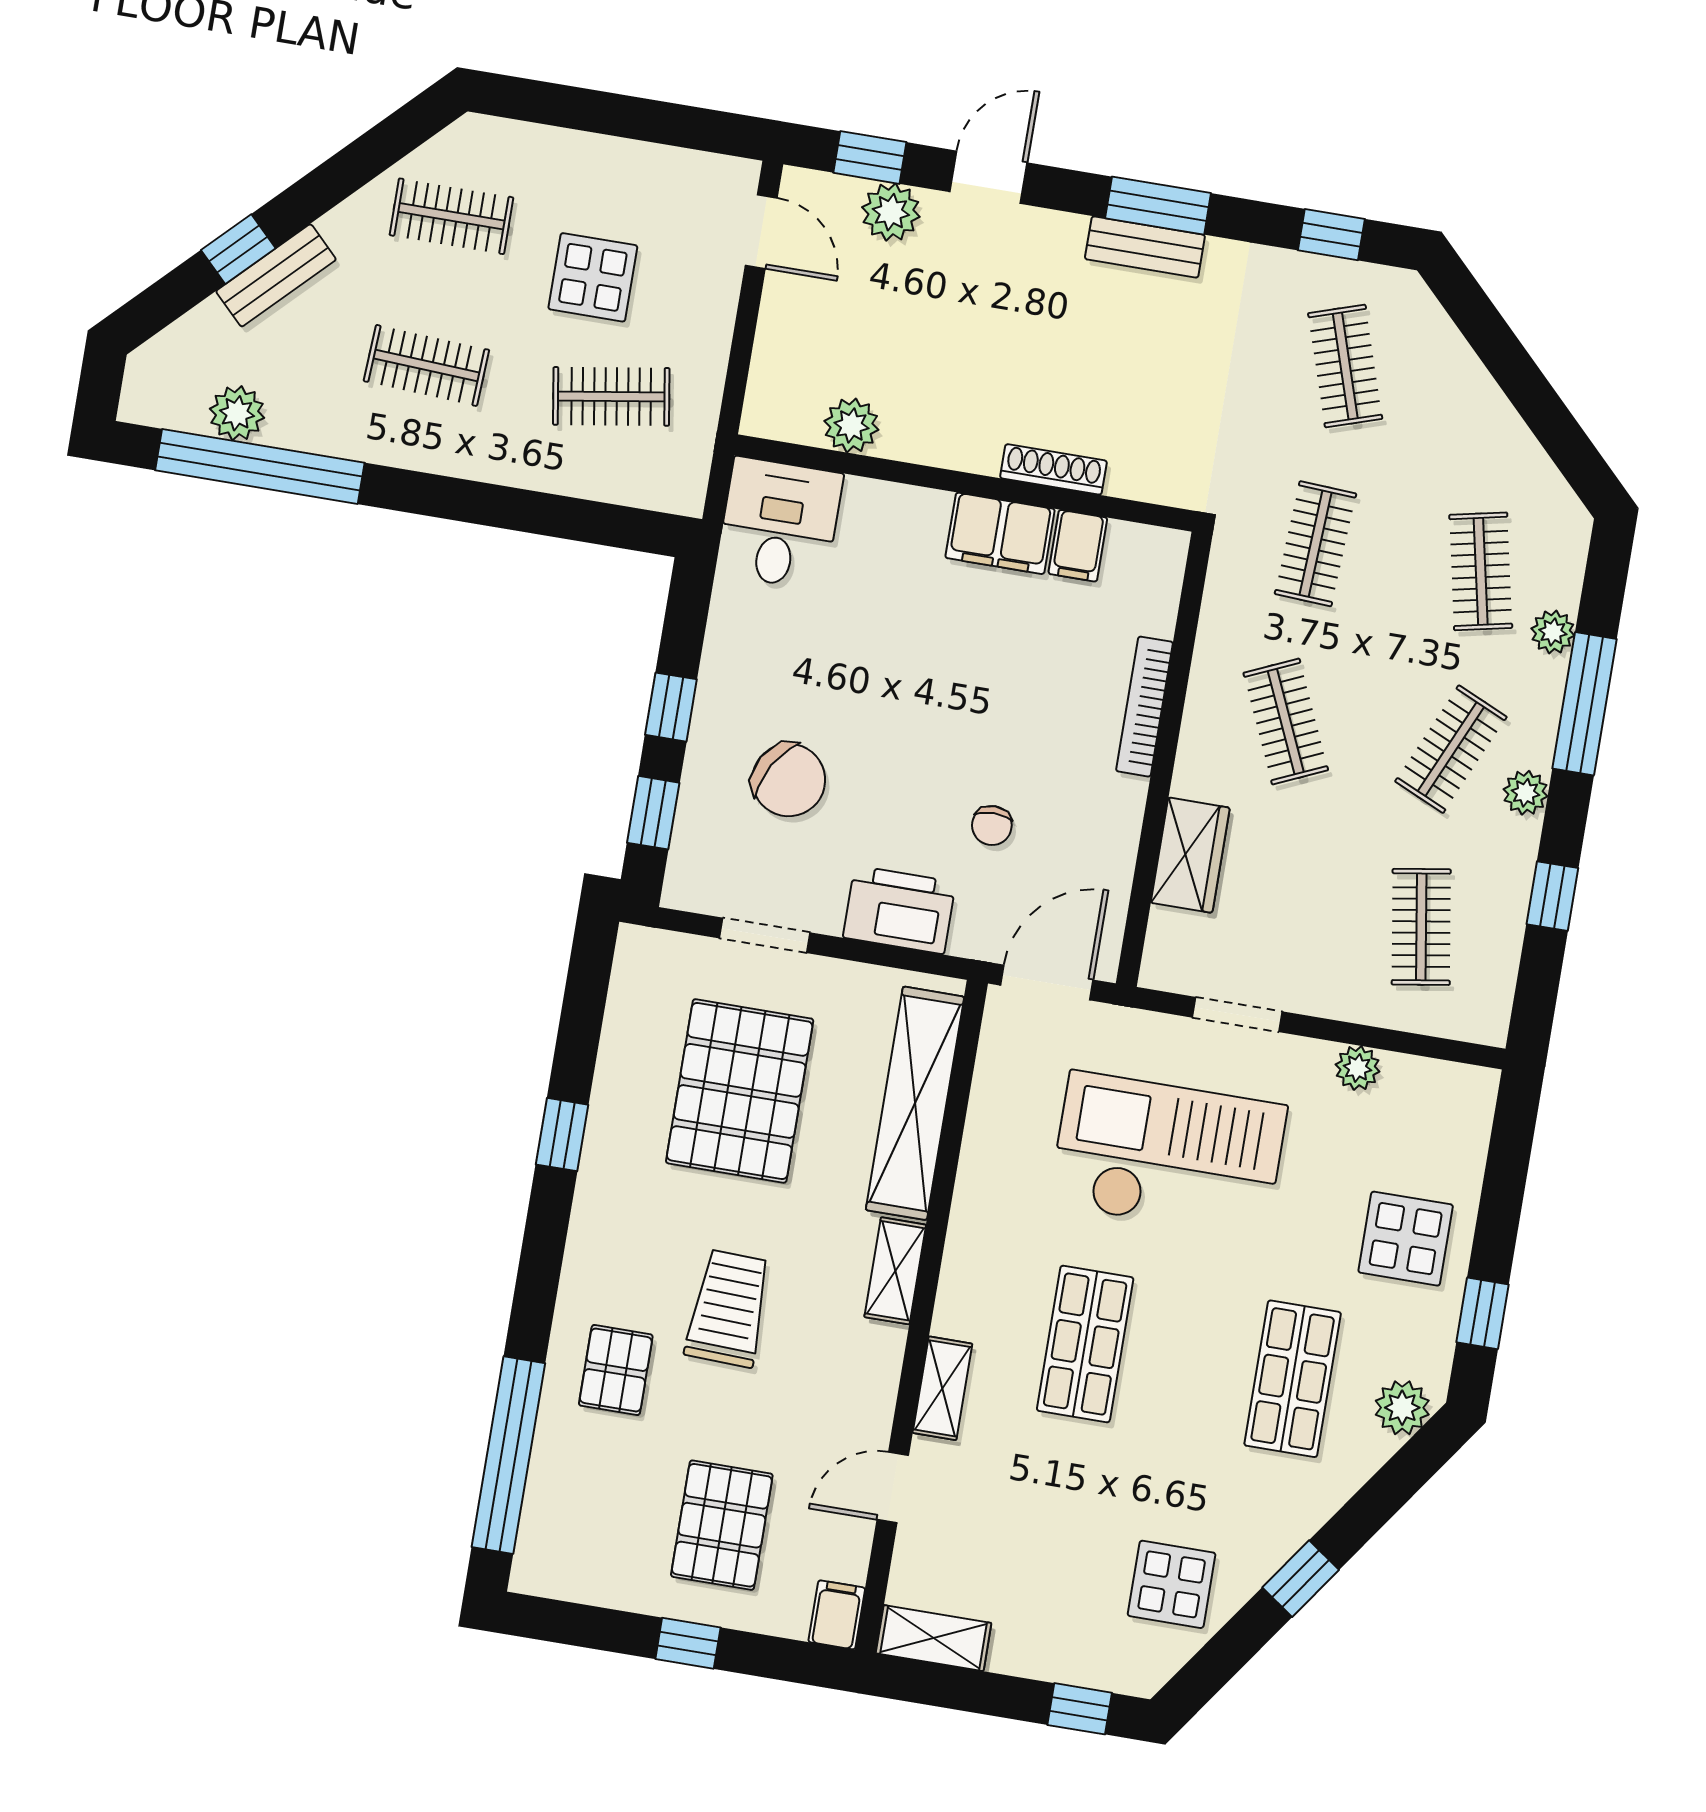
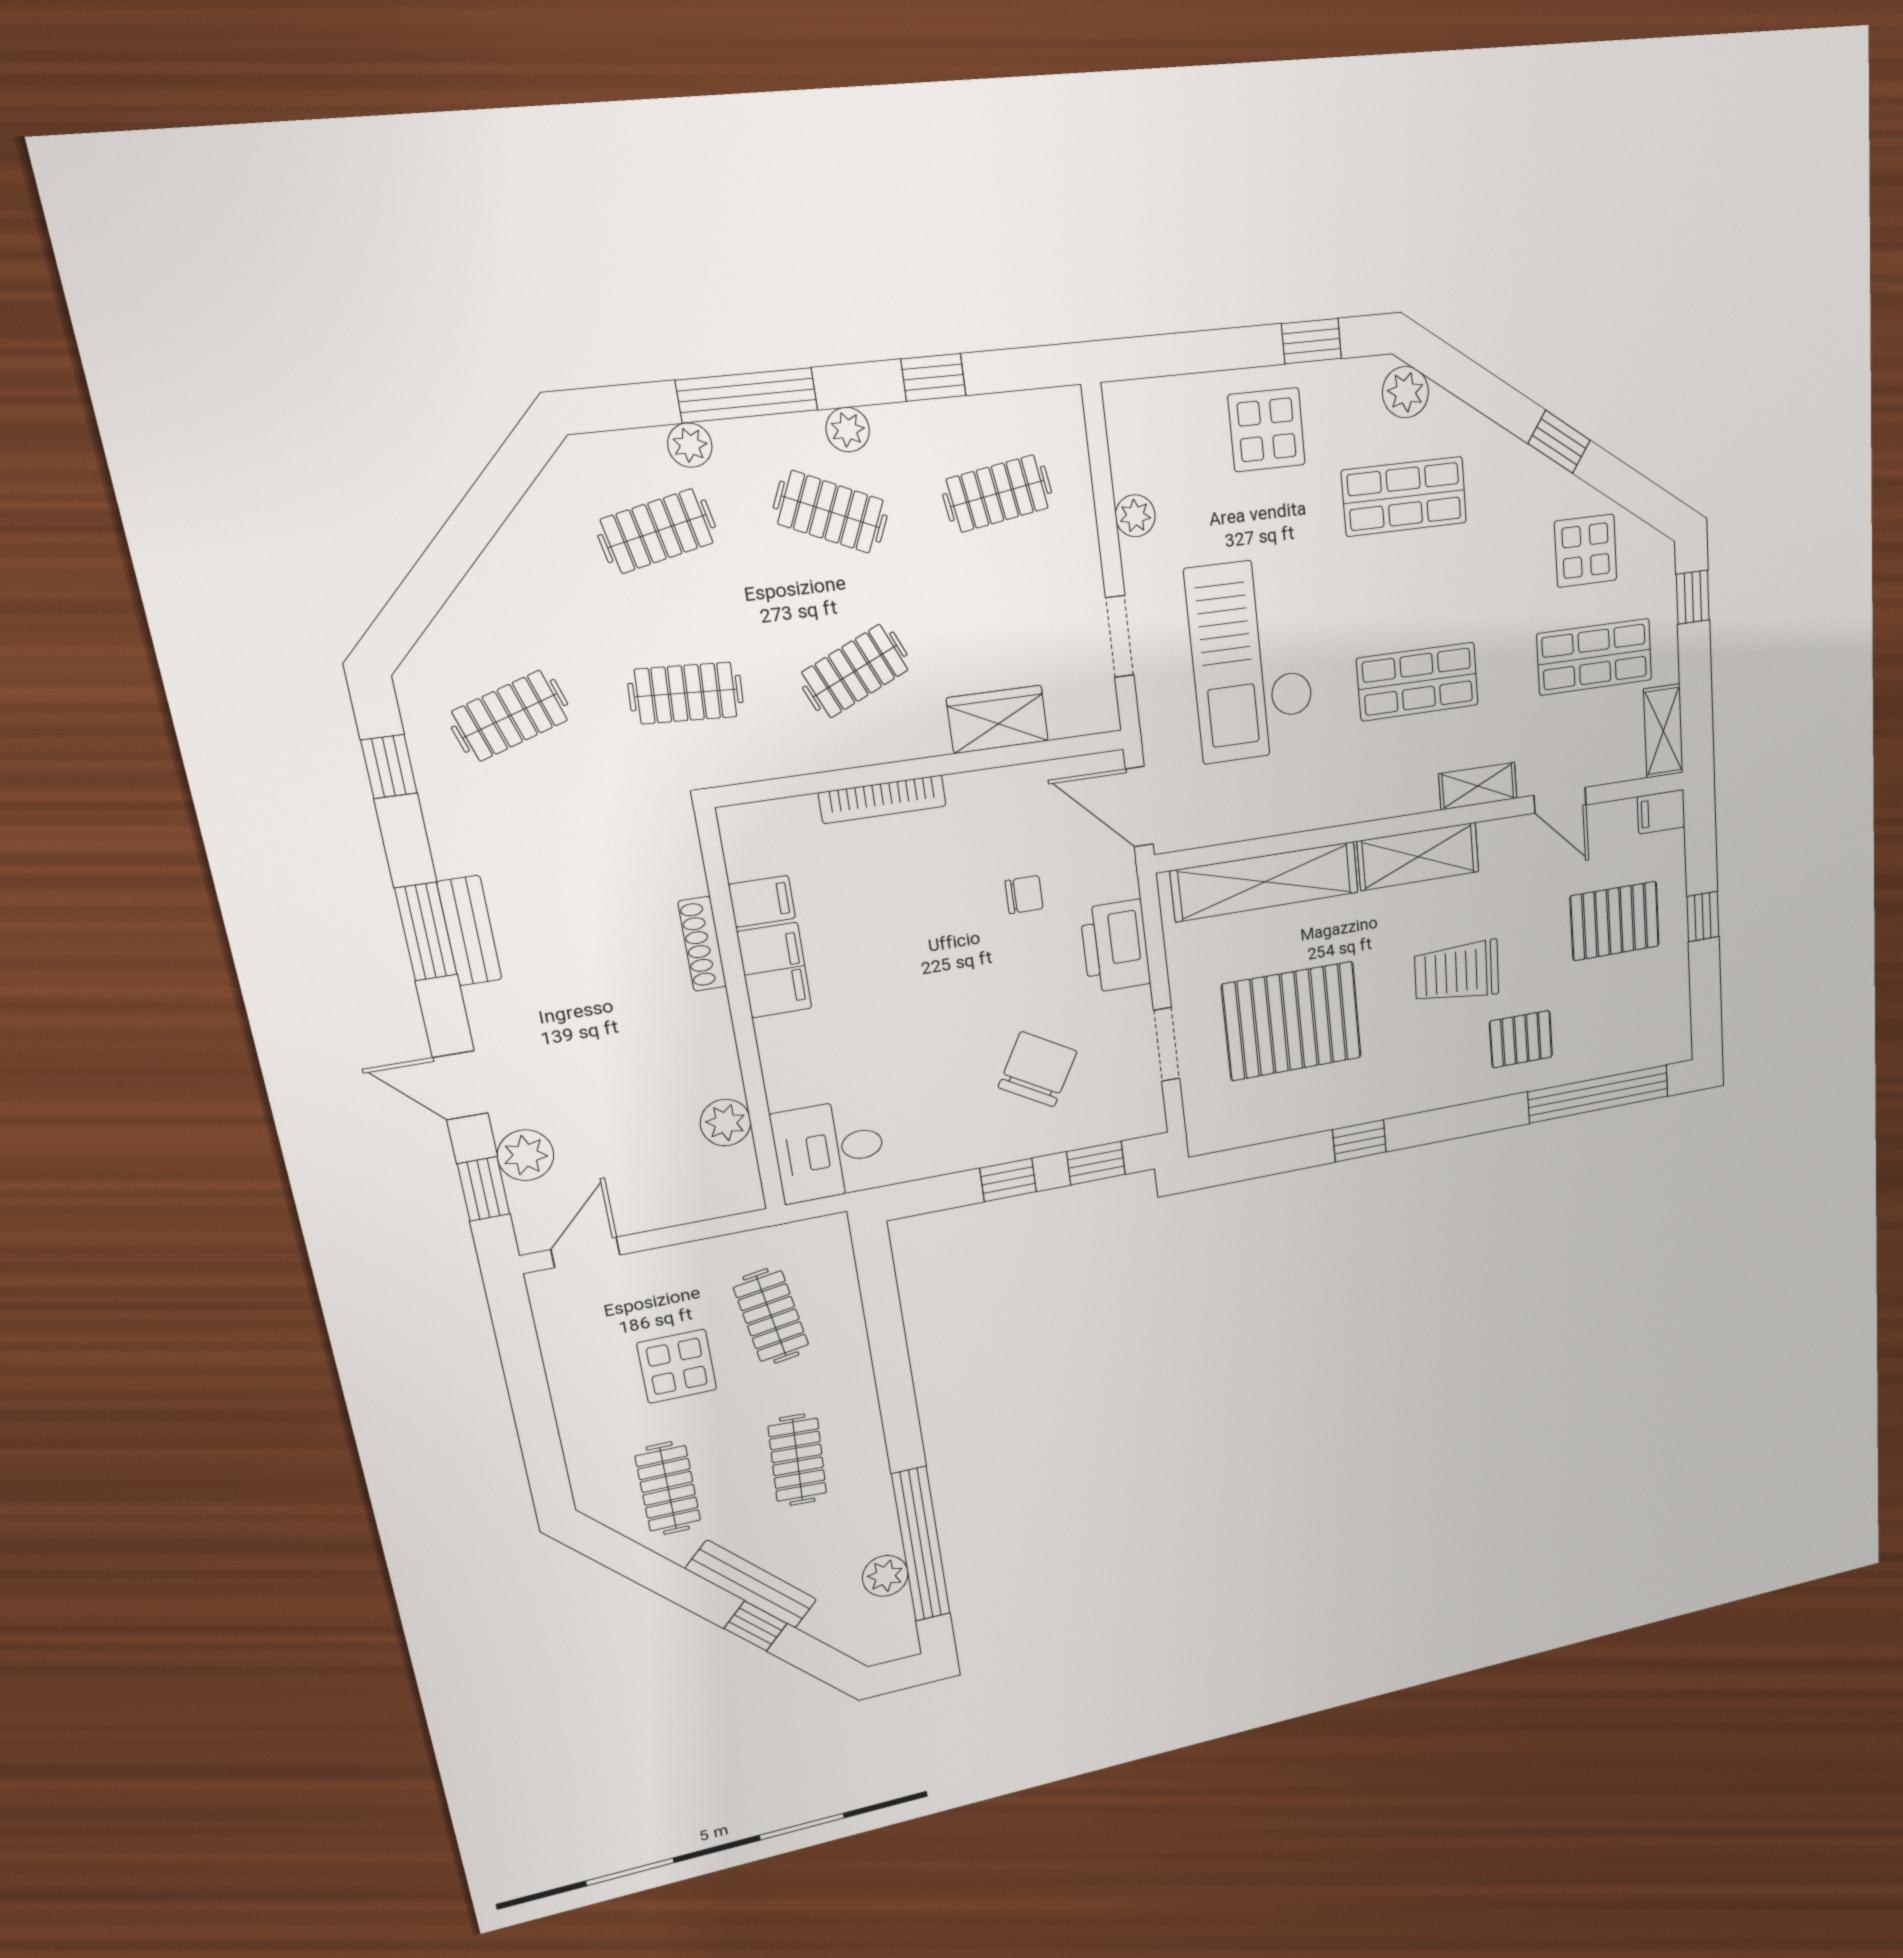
bench: (276, 275) -> (751, 1584), width x1.36
shelving: (895, 1271) -> (1418, 857), width x1.50, depth x1.33
shop shelf: (1048, 1569) -> (1594, 657), added

